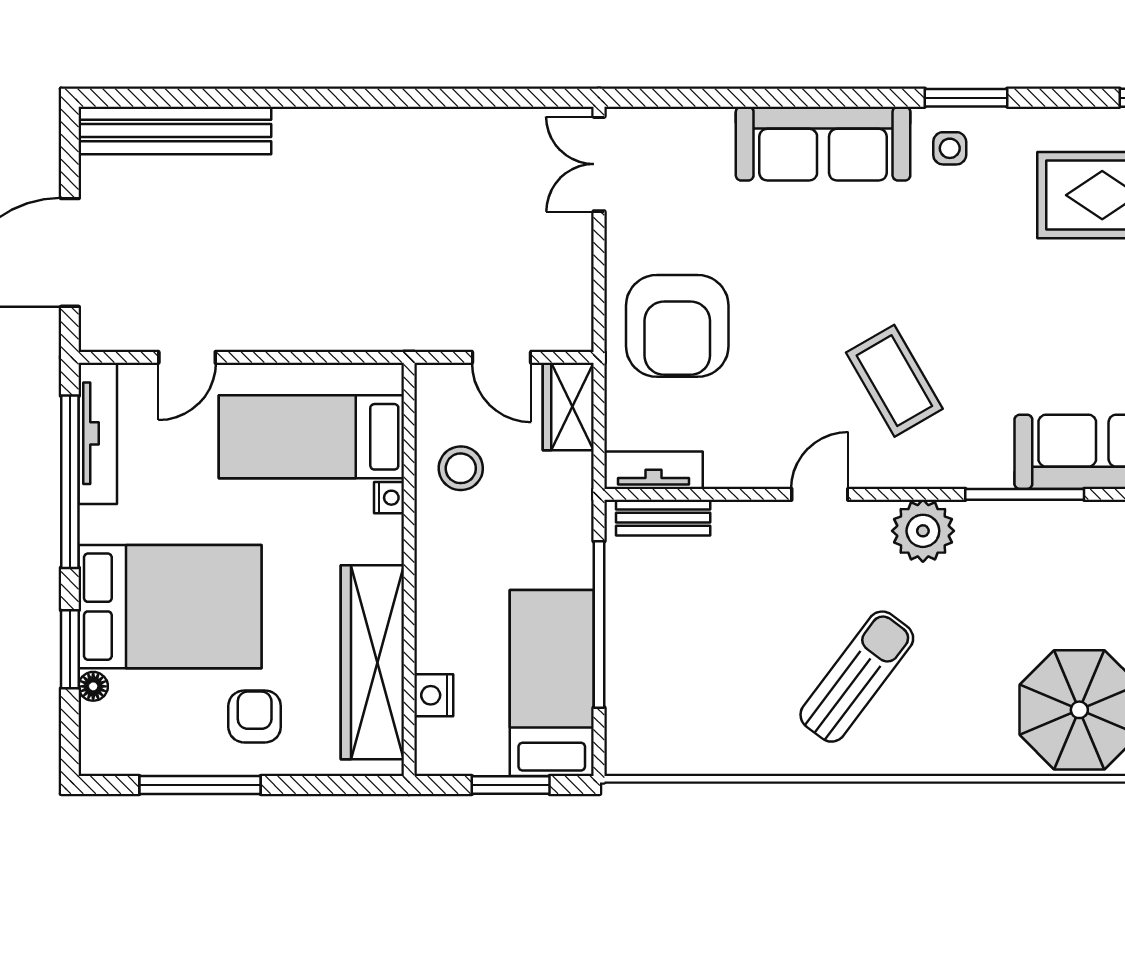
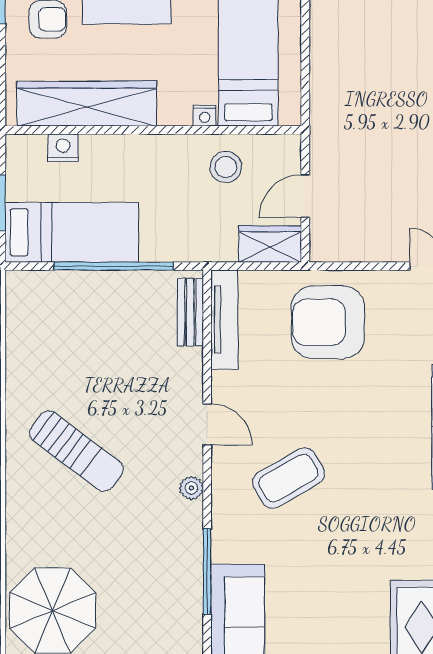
tv unit: (653, 470) -> (224, 320), width x1.41
plant: (923, 531) -> (191, 488), width x0.53, depth x0.53

